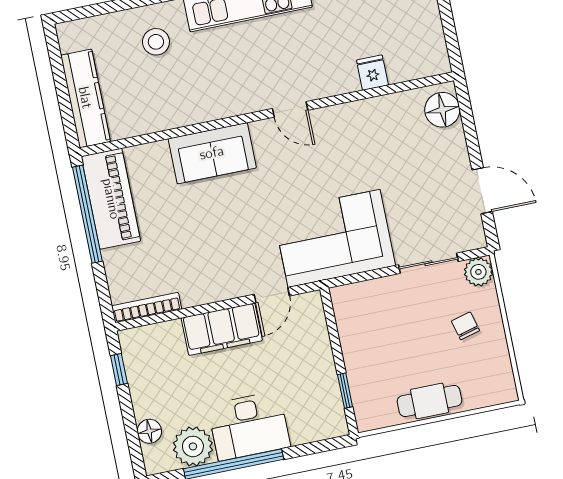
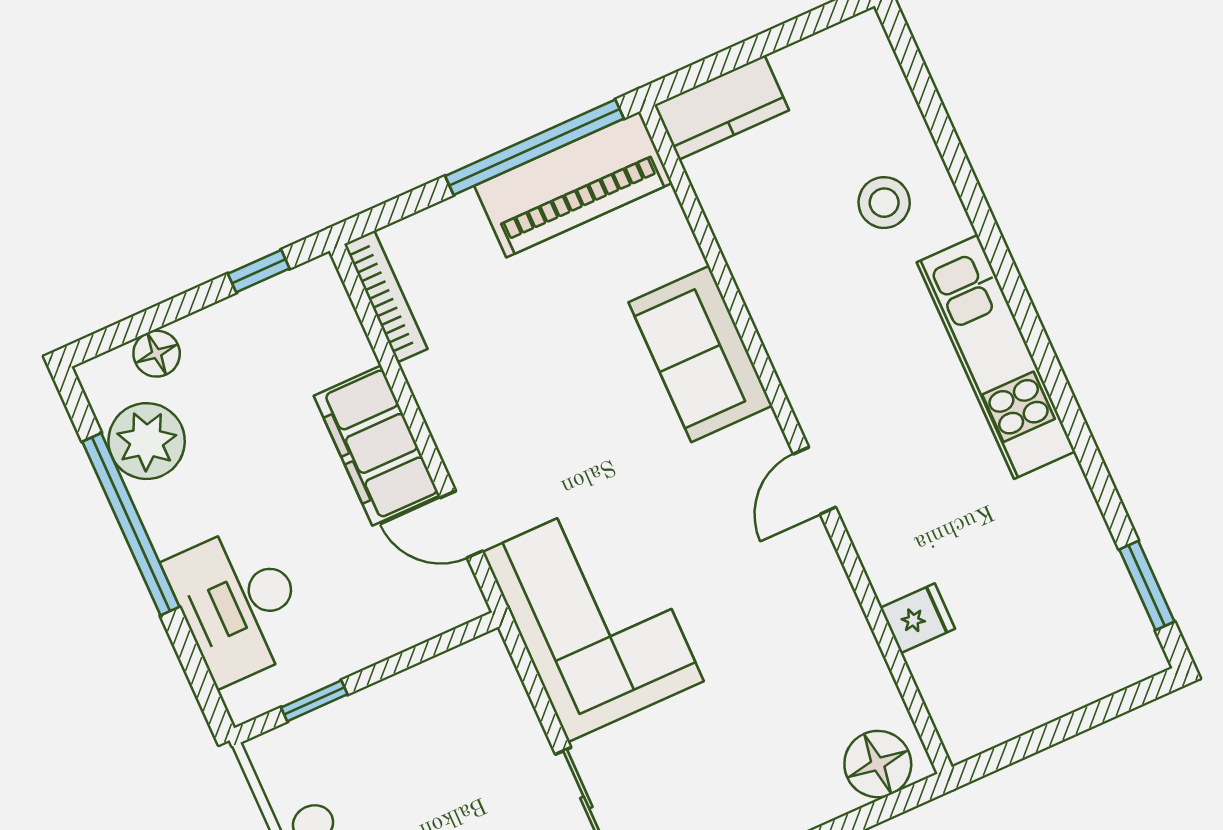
kitchen counter: (85, 98) -> (722, 108), width x0.67
desk: (249, 426) -> (239, 604), moved

